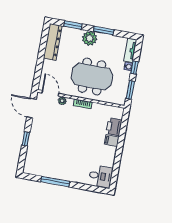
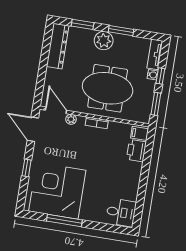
filing cabinet: (112, 141) -> (139, 133), moved
corner desk: (50, 158) -> (57, 191), added

